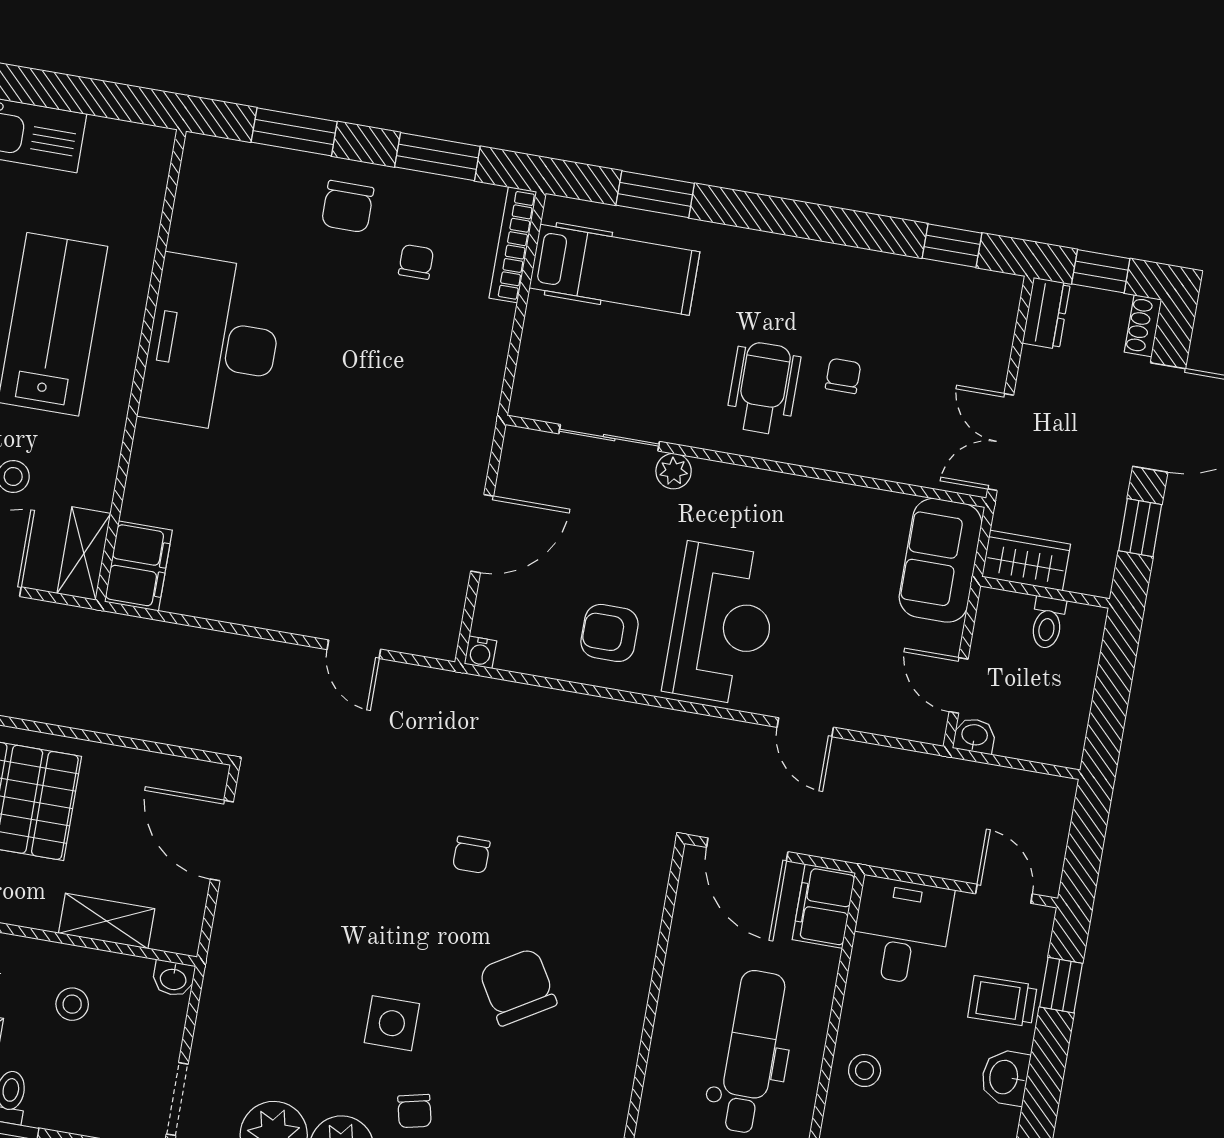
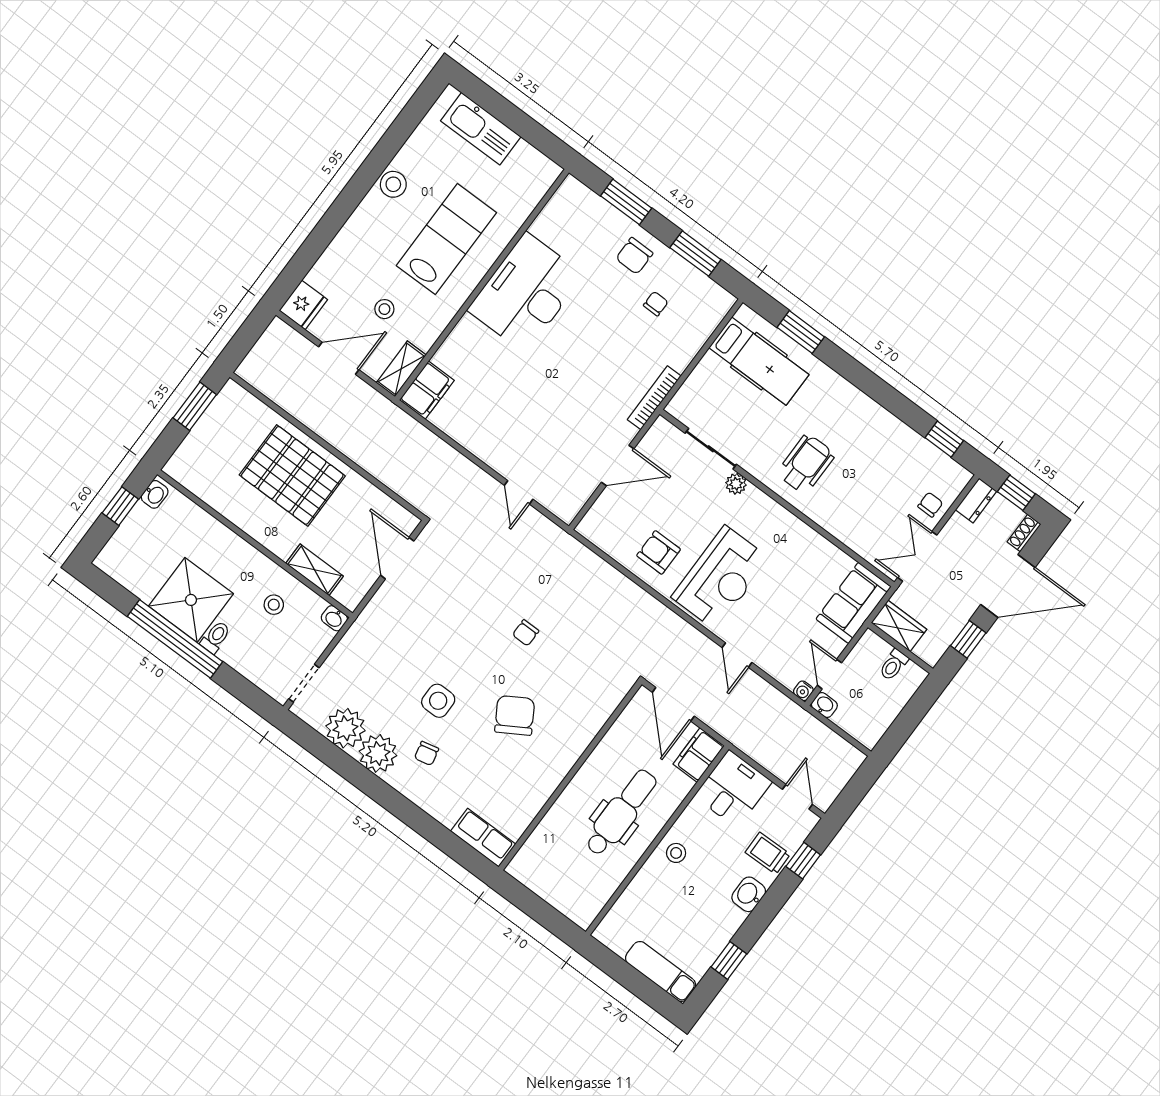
bookcase: (513, 245) -> (654, 398), moved
chair: (843, 376) -> (930, 505), moved
water cooler: (480, 652) -> (803, 691), moved

